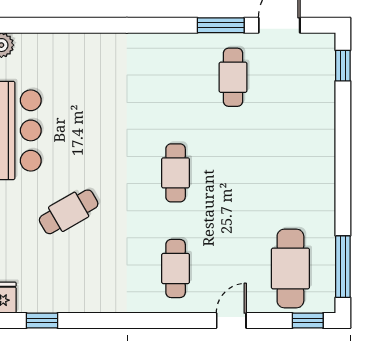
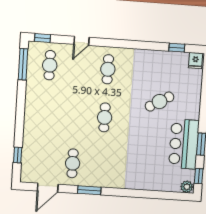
window: (221, 25) -> (89, 190), moved
window: (343, 66) -> (18, 155), moved
cafe table: (290, 269) -> (50, 65), width x0.73, depth x0.74

